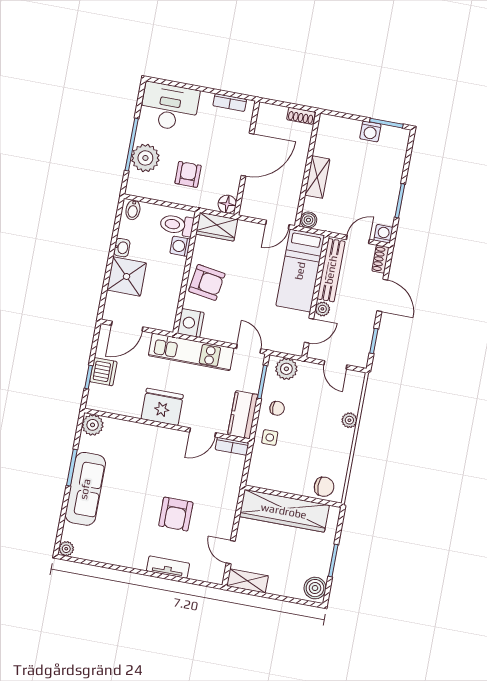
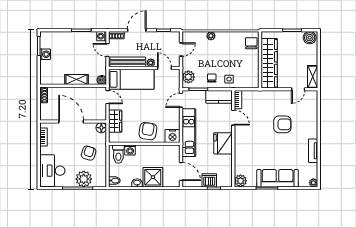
armchair: (188, 174) -> (89, 153), turned 107
wardrobe: (217, 227) -> (115, 121), moved
tv unit: (168, 567) -> (313, 151), moved

